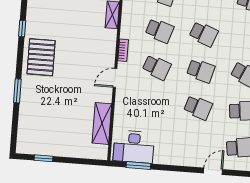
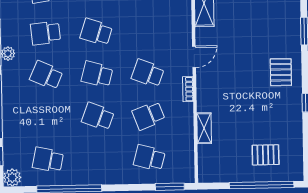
school desk: (159, 31) -> (149, 116), turned -39
pallet: (41, 57) -> (281, 72), width x0.67, depth x0.71

